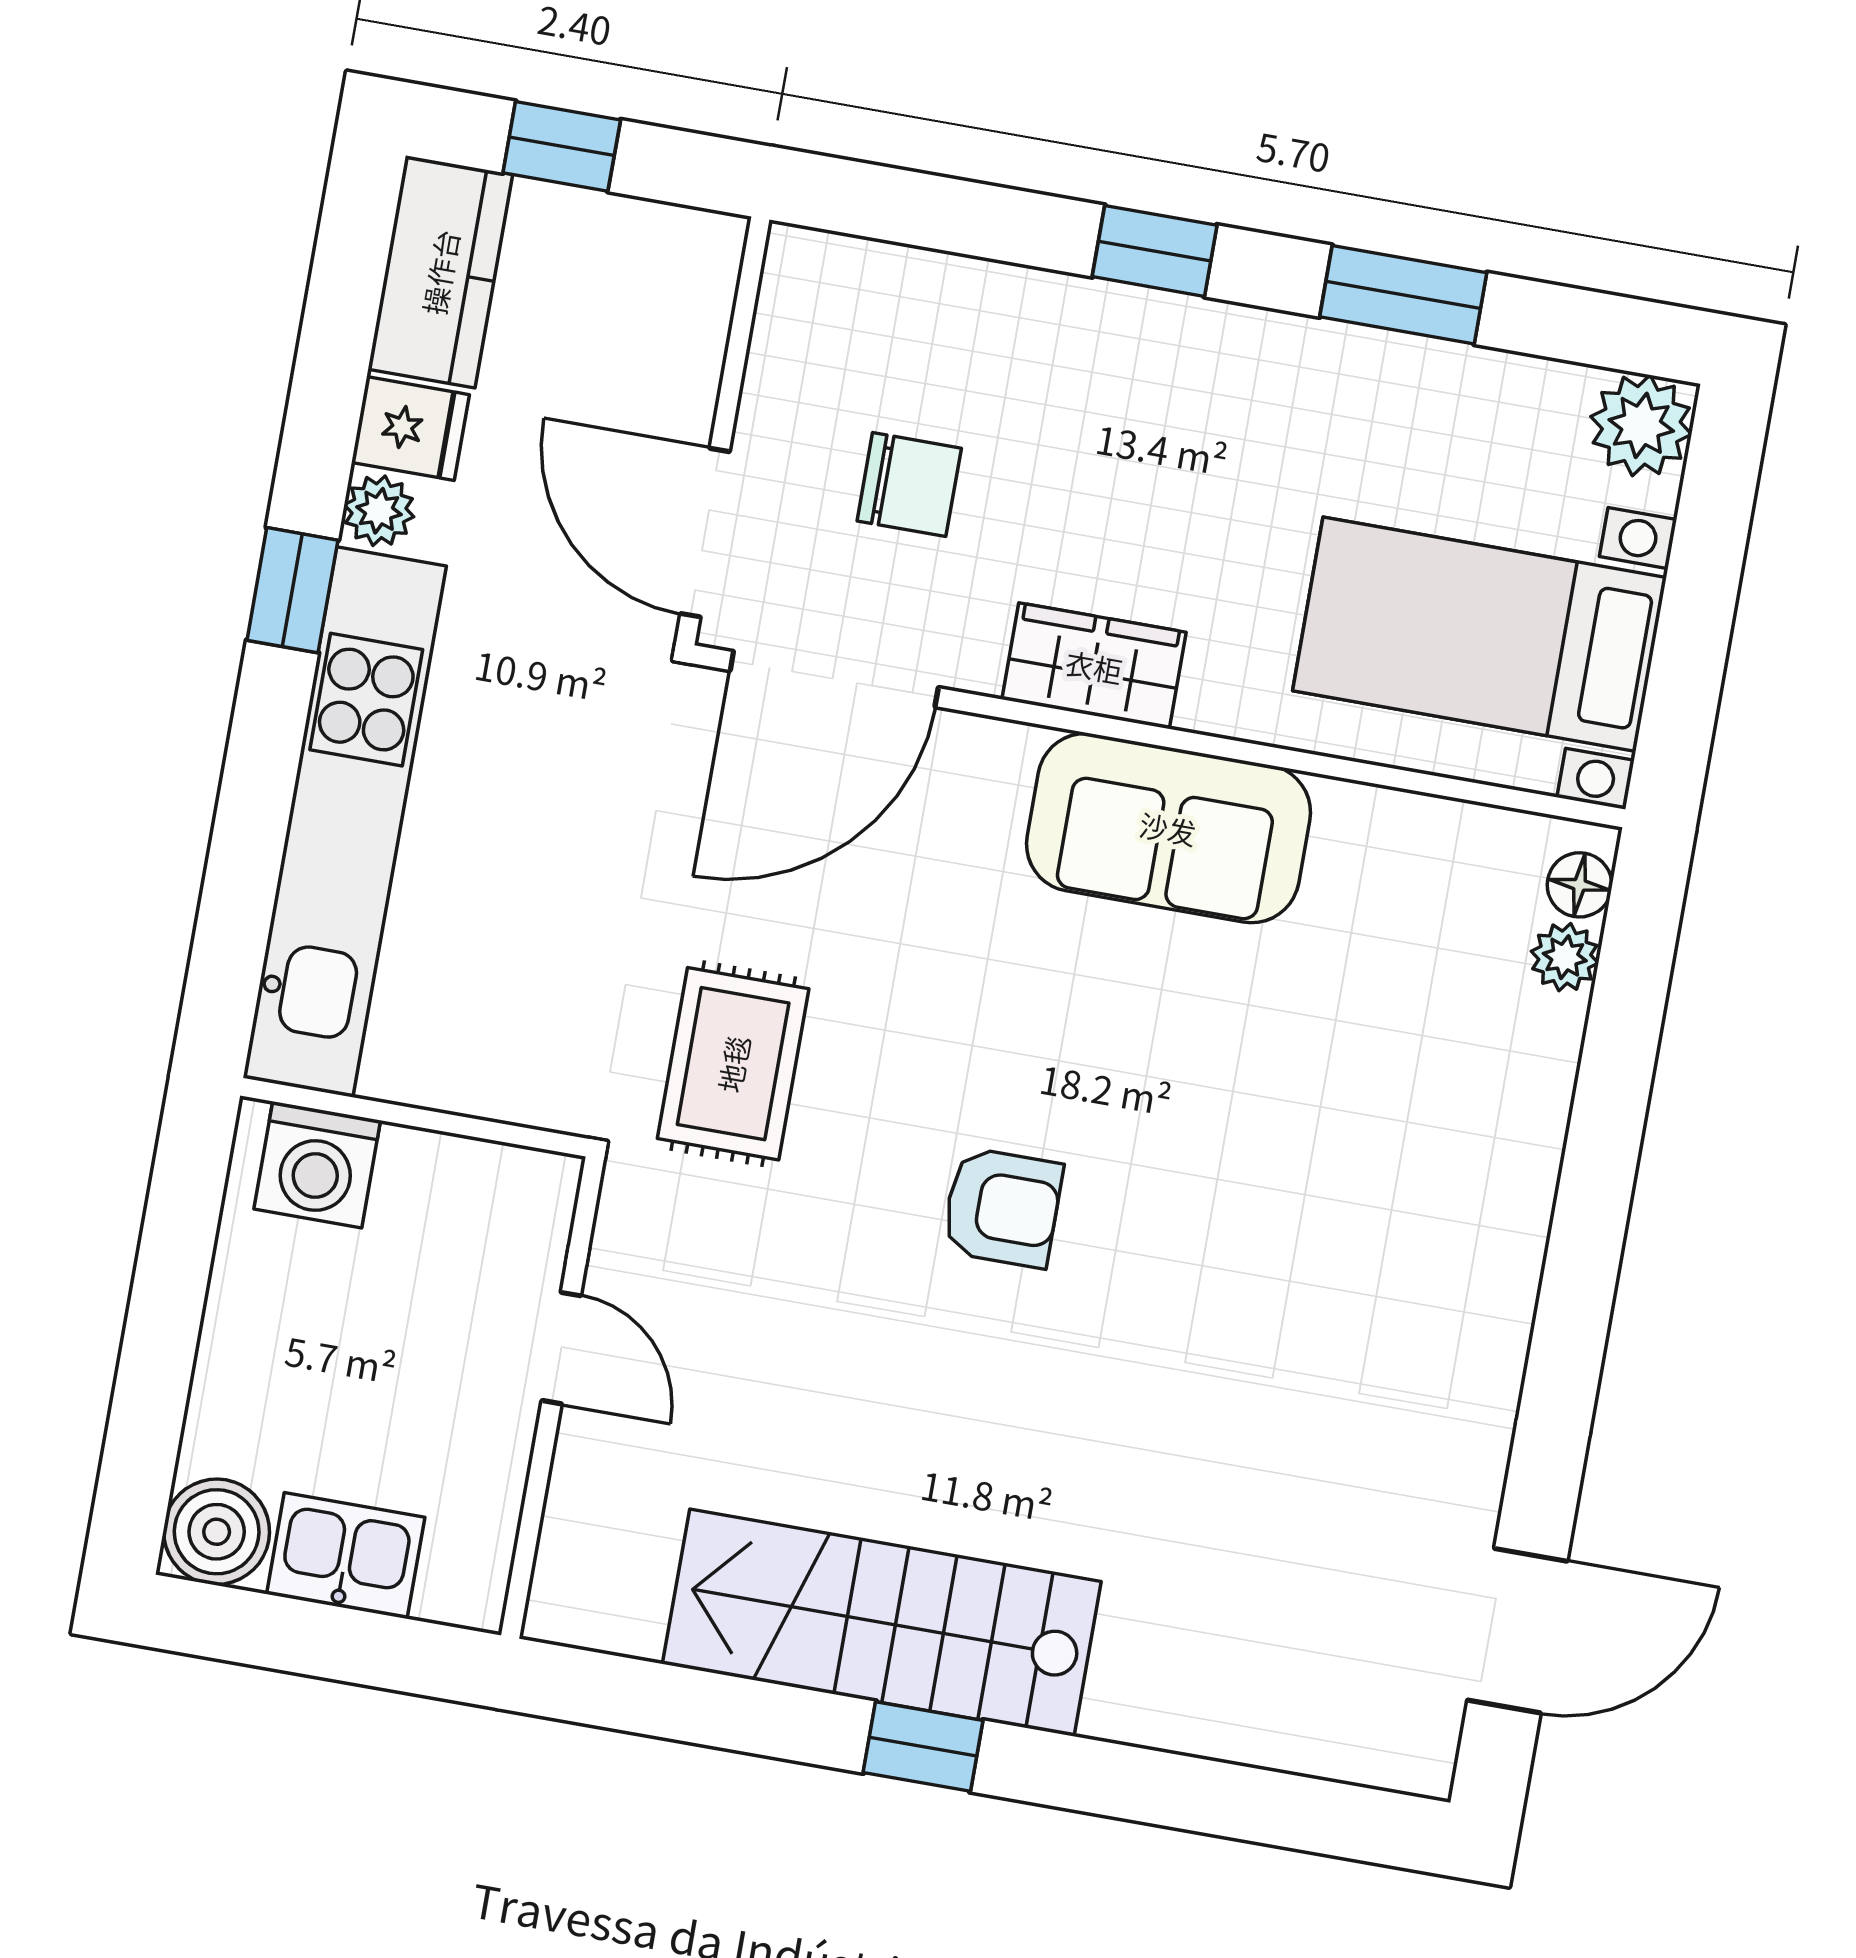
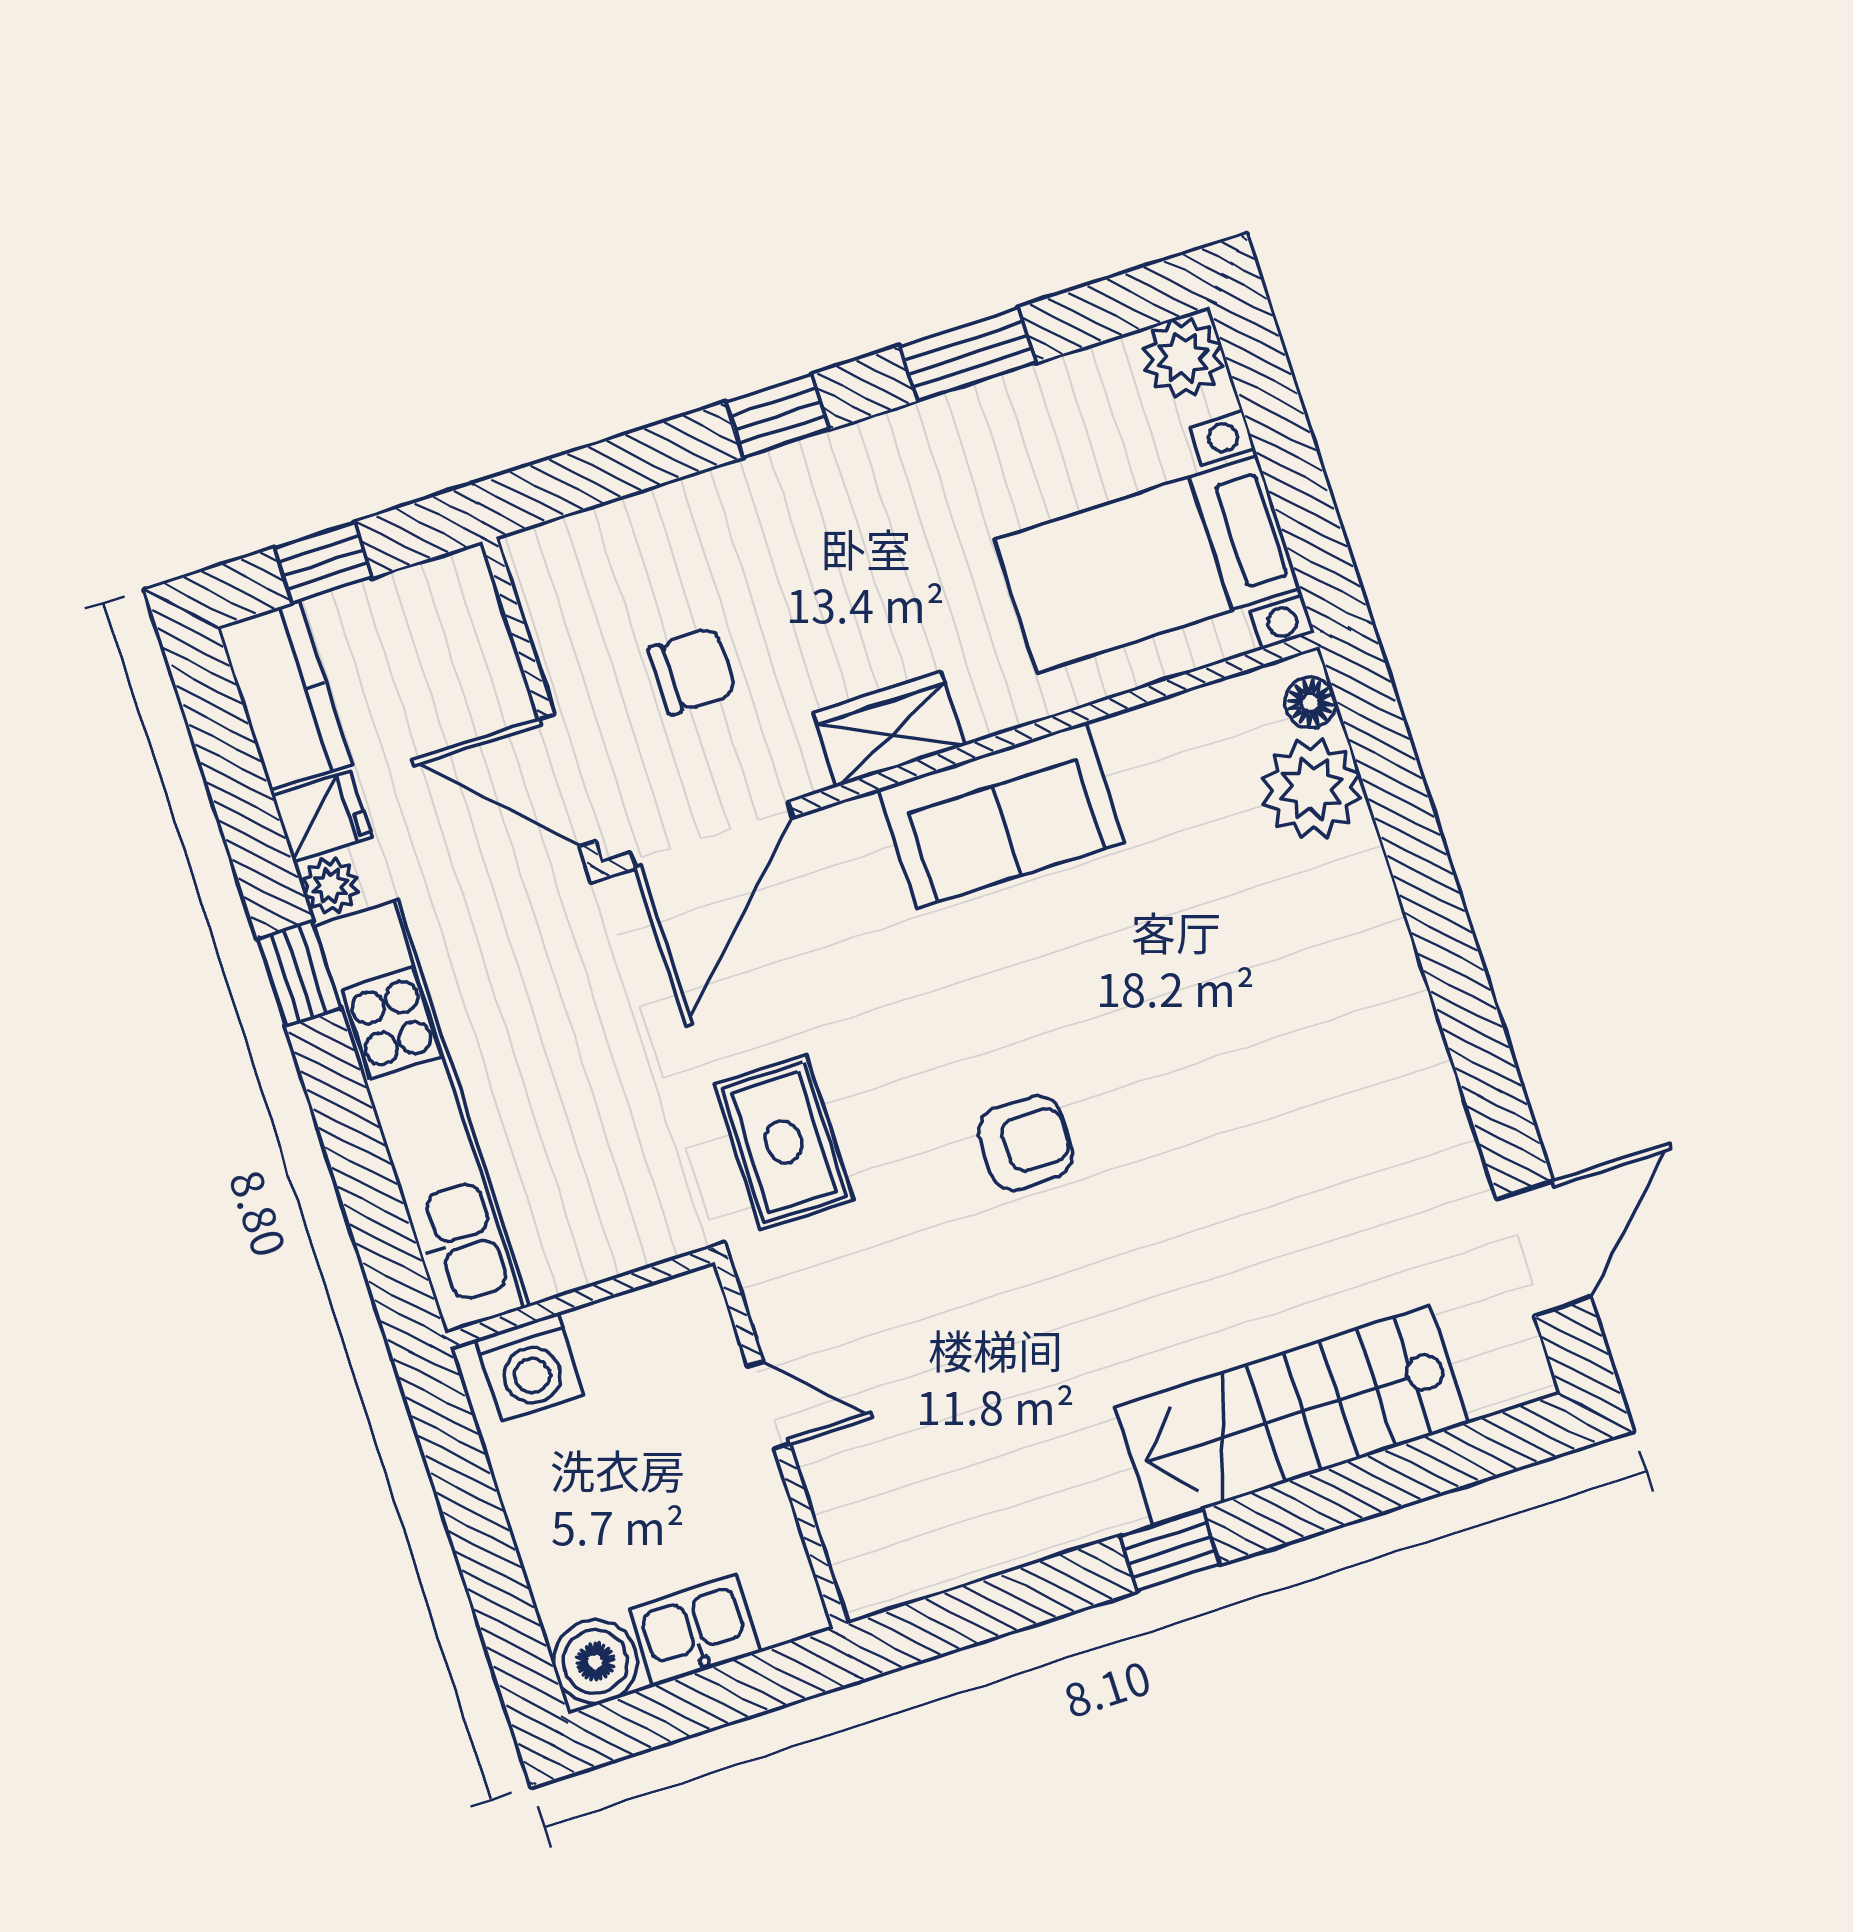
plant: (1565, 957) -> (1312, 789), width x1.88, depth x1.88
stairs: (882, 1623) -> (1292, 1415), moved

